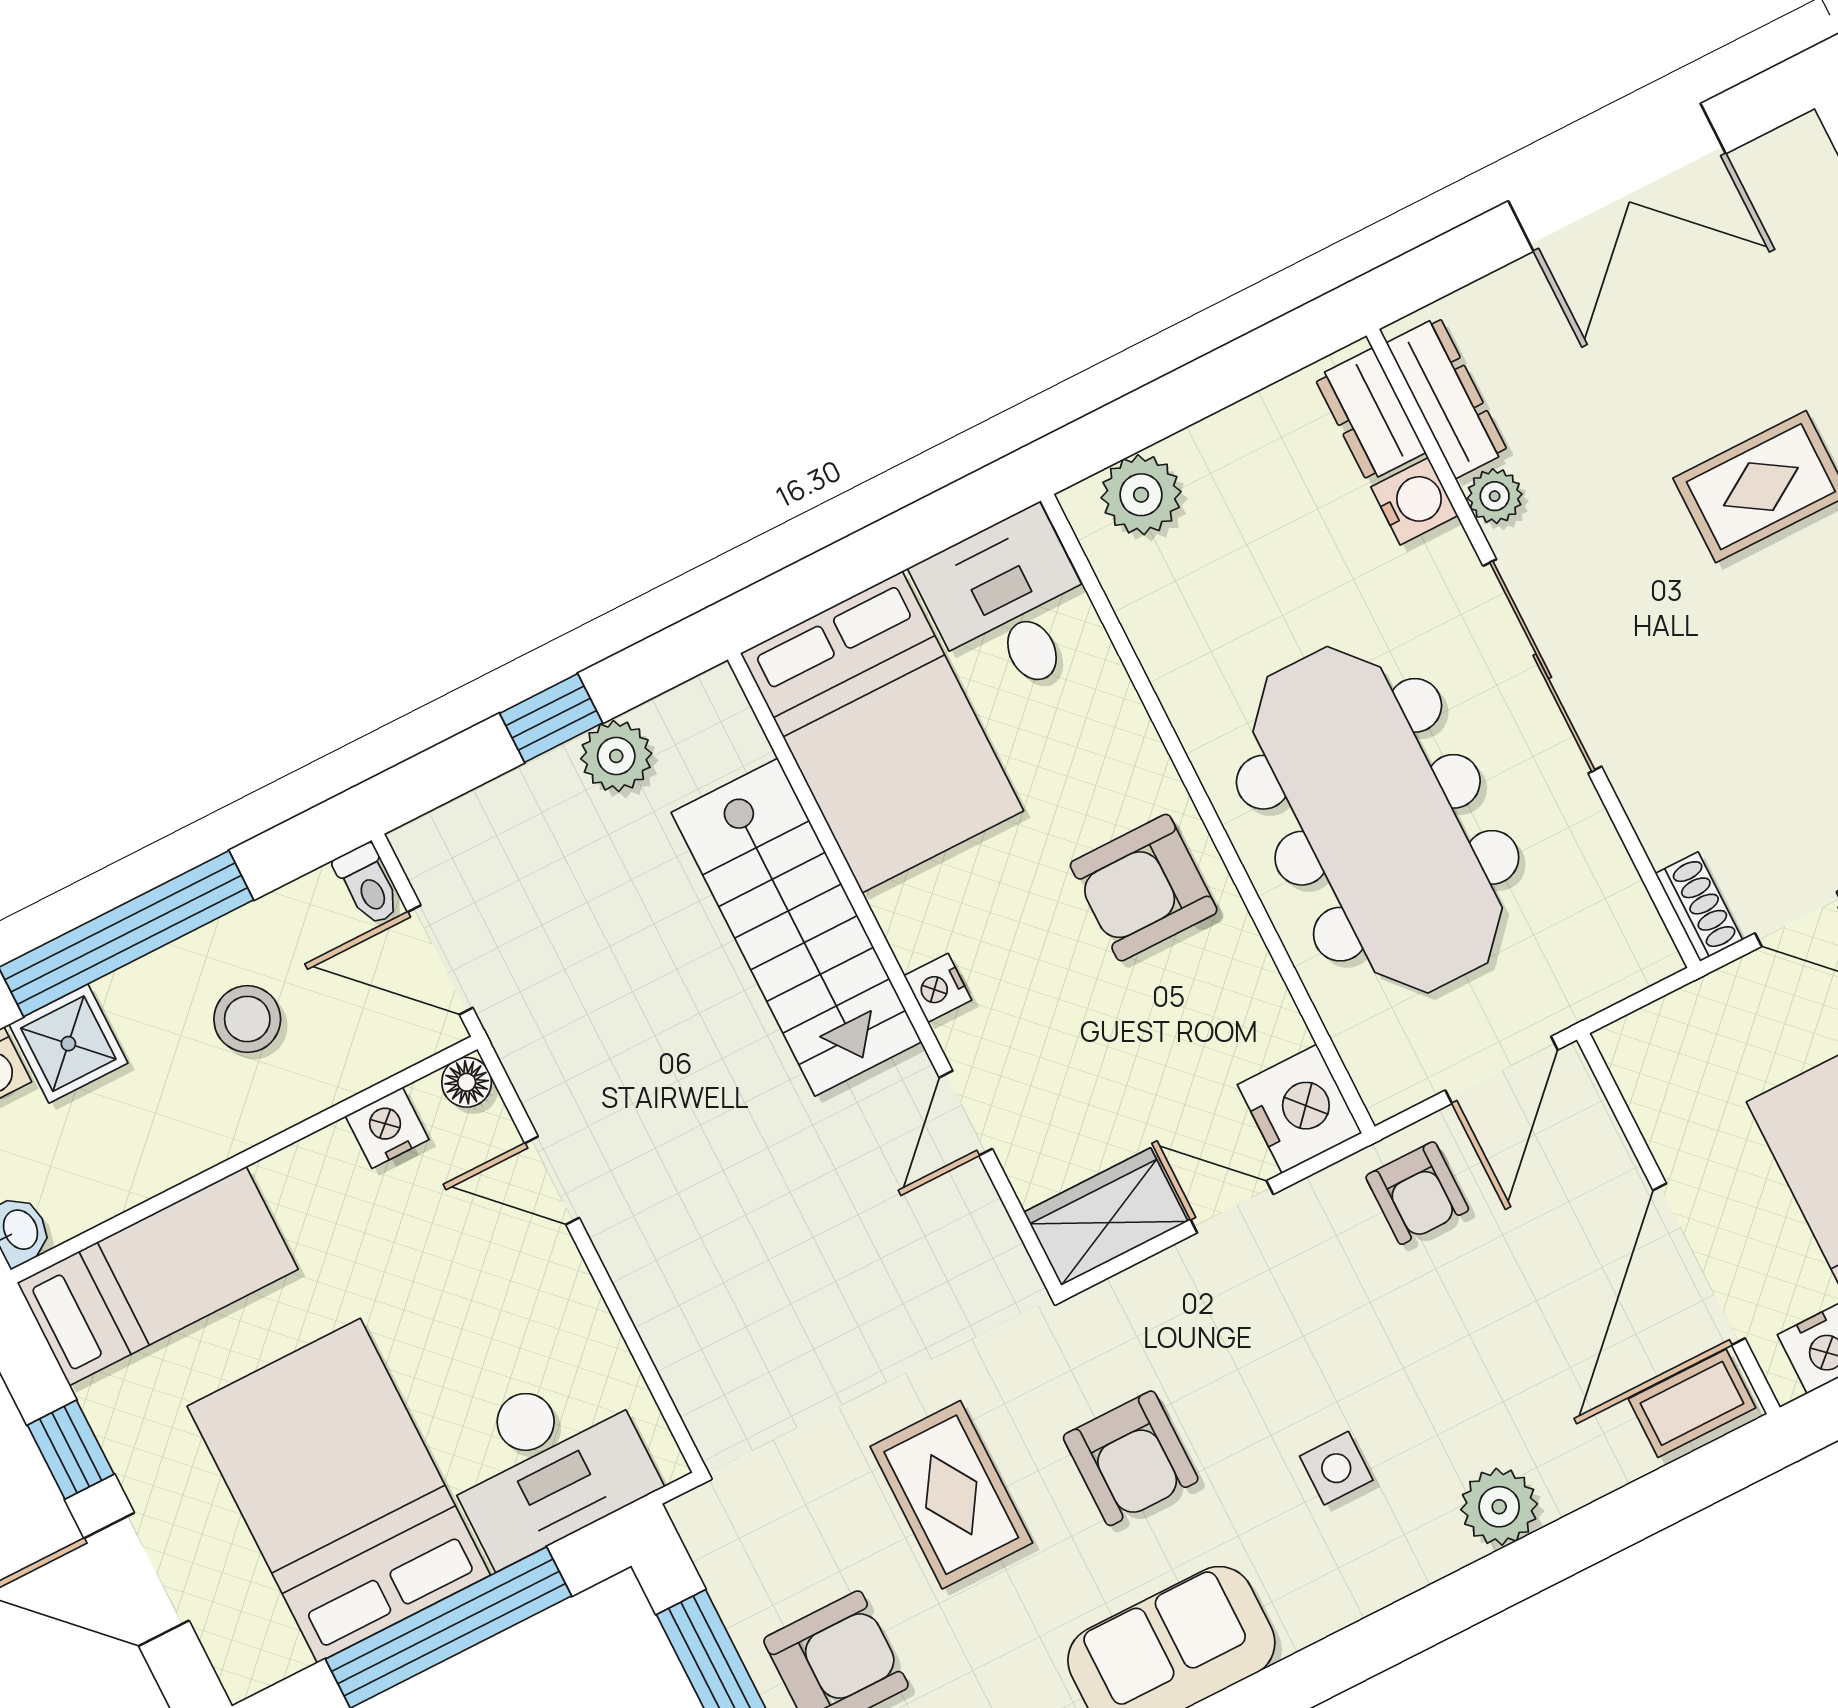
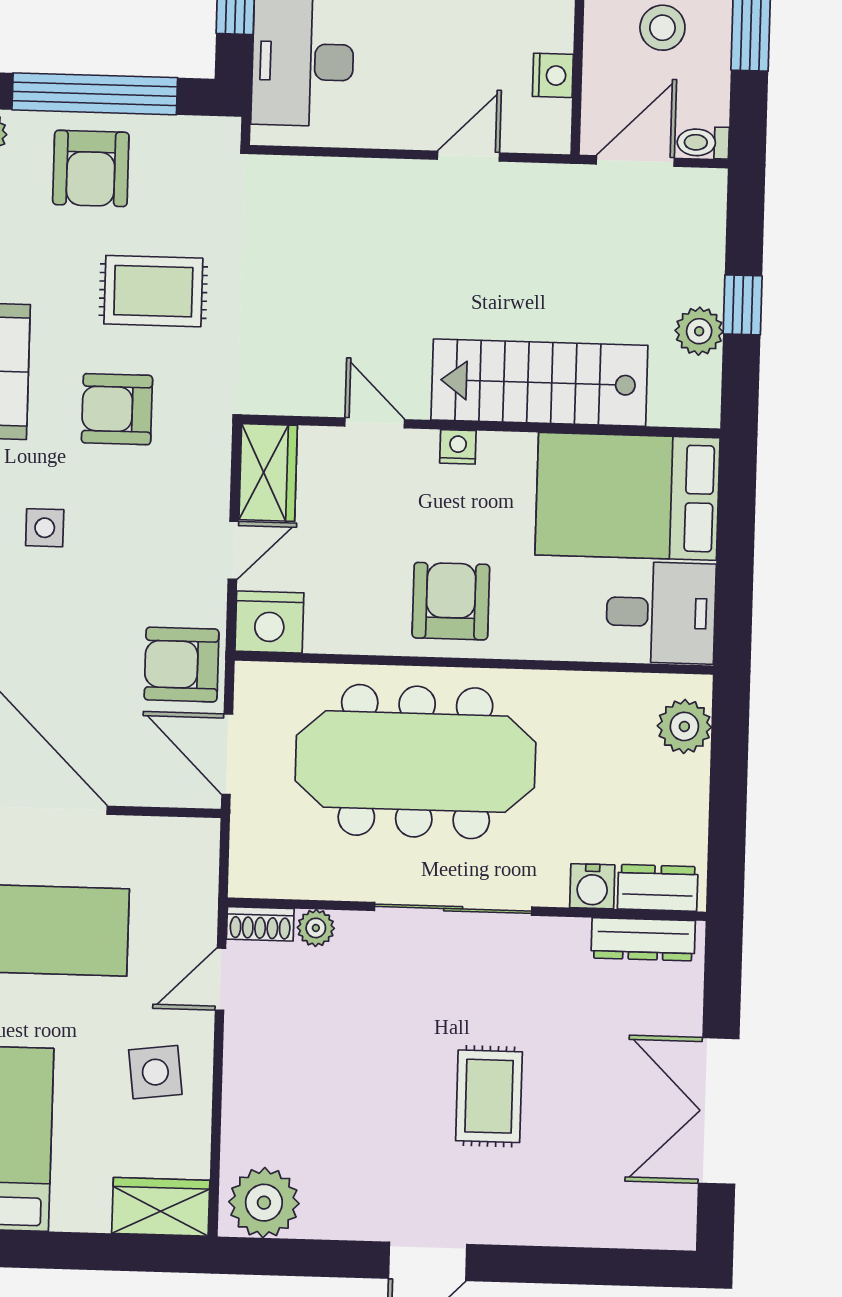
plant: (1495, 496) -> (316, 928), moved
floor lamp: (467, 1082) -> (554, 137), removed
armchair: (1417, 1193) -> (182, 665), width x1.38, depth x1.38

